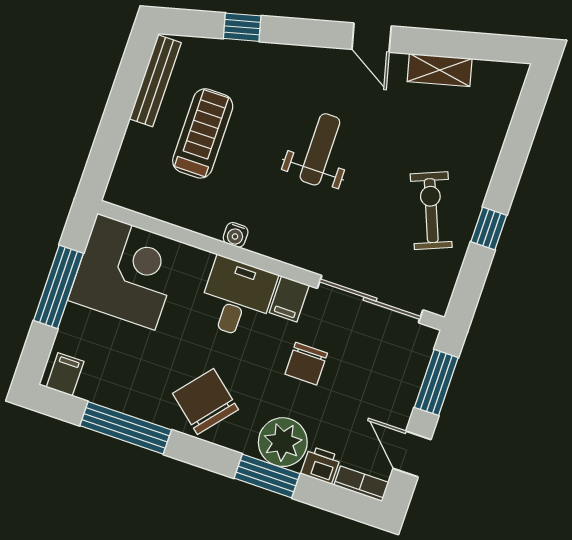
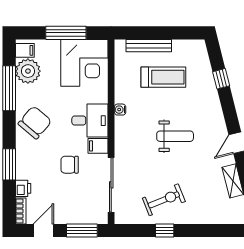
bench: (155, 81) -> (149, 46), moved
plant: (283, 442) -> (28, 71), moved

